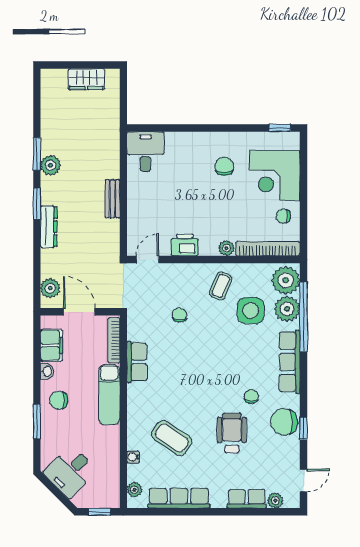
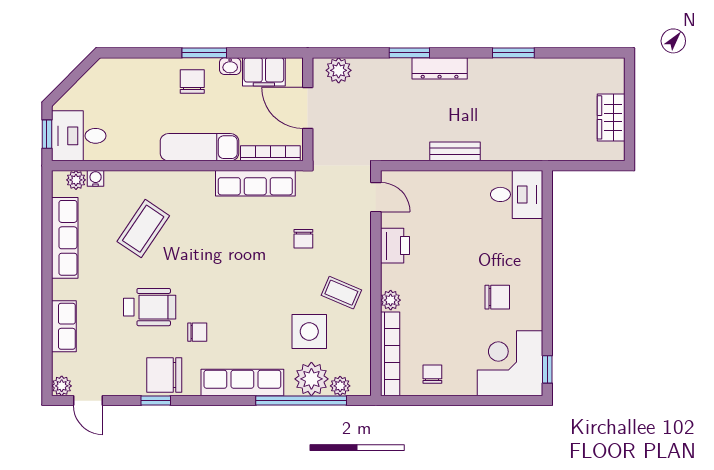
plant: (51, 165) -> (499, 71), removed
corner desk: (275, 175) -> (510, 363), moved
window: (37, 204) -> (409, 53), moved
dresser: (49, 227) -> (440, 68), moved
plant: (286, 280) -> (340, 386), width x0.53, depth x0.53
door: (79, 312) -> (308, 108), swing flipped
chair: (179, 315) -> (303, 239), turned 90
row of seats: (137, 362) -> (255, 183), width x1.48
window: (37, 422) -> (204, 53), moved
chair: (284, 422) -> (164, 375), turned -90
water cooler: (133, 457) -> (96, 178), moved
desk: (70, 471) -> (79, 136), moved, turned -45
plant: (275, 501) -> (62, 386), moved

